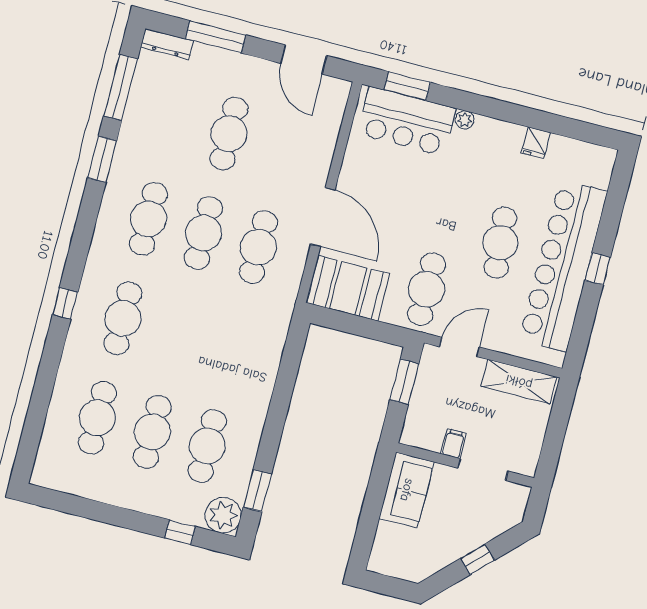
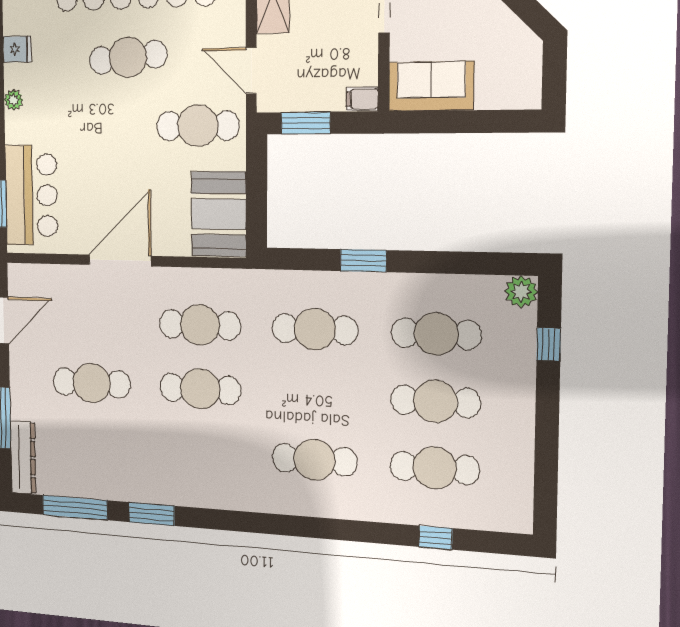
dresser: (167, 44) -> (23, 457), width x1.37, depth x1.24
plant: (465, 120) -> (13, 100), moved
door: (323, 217) -> (120, 260), moved
cafe table: (148, 219) -> (315, 329), moved
window: (65, 303) -> (436, 538), moved
filing cabinet: (453, 444) -> (362, 99), moved
window: (257, 491) -> (363, 261), moved
plant: (223, 515) -> (521, 292), width x0.73, depth x0.73

